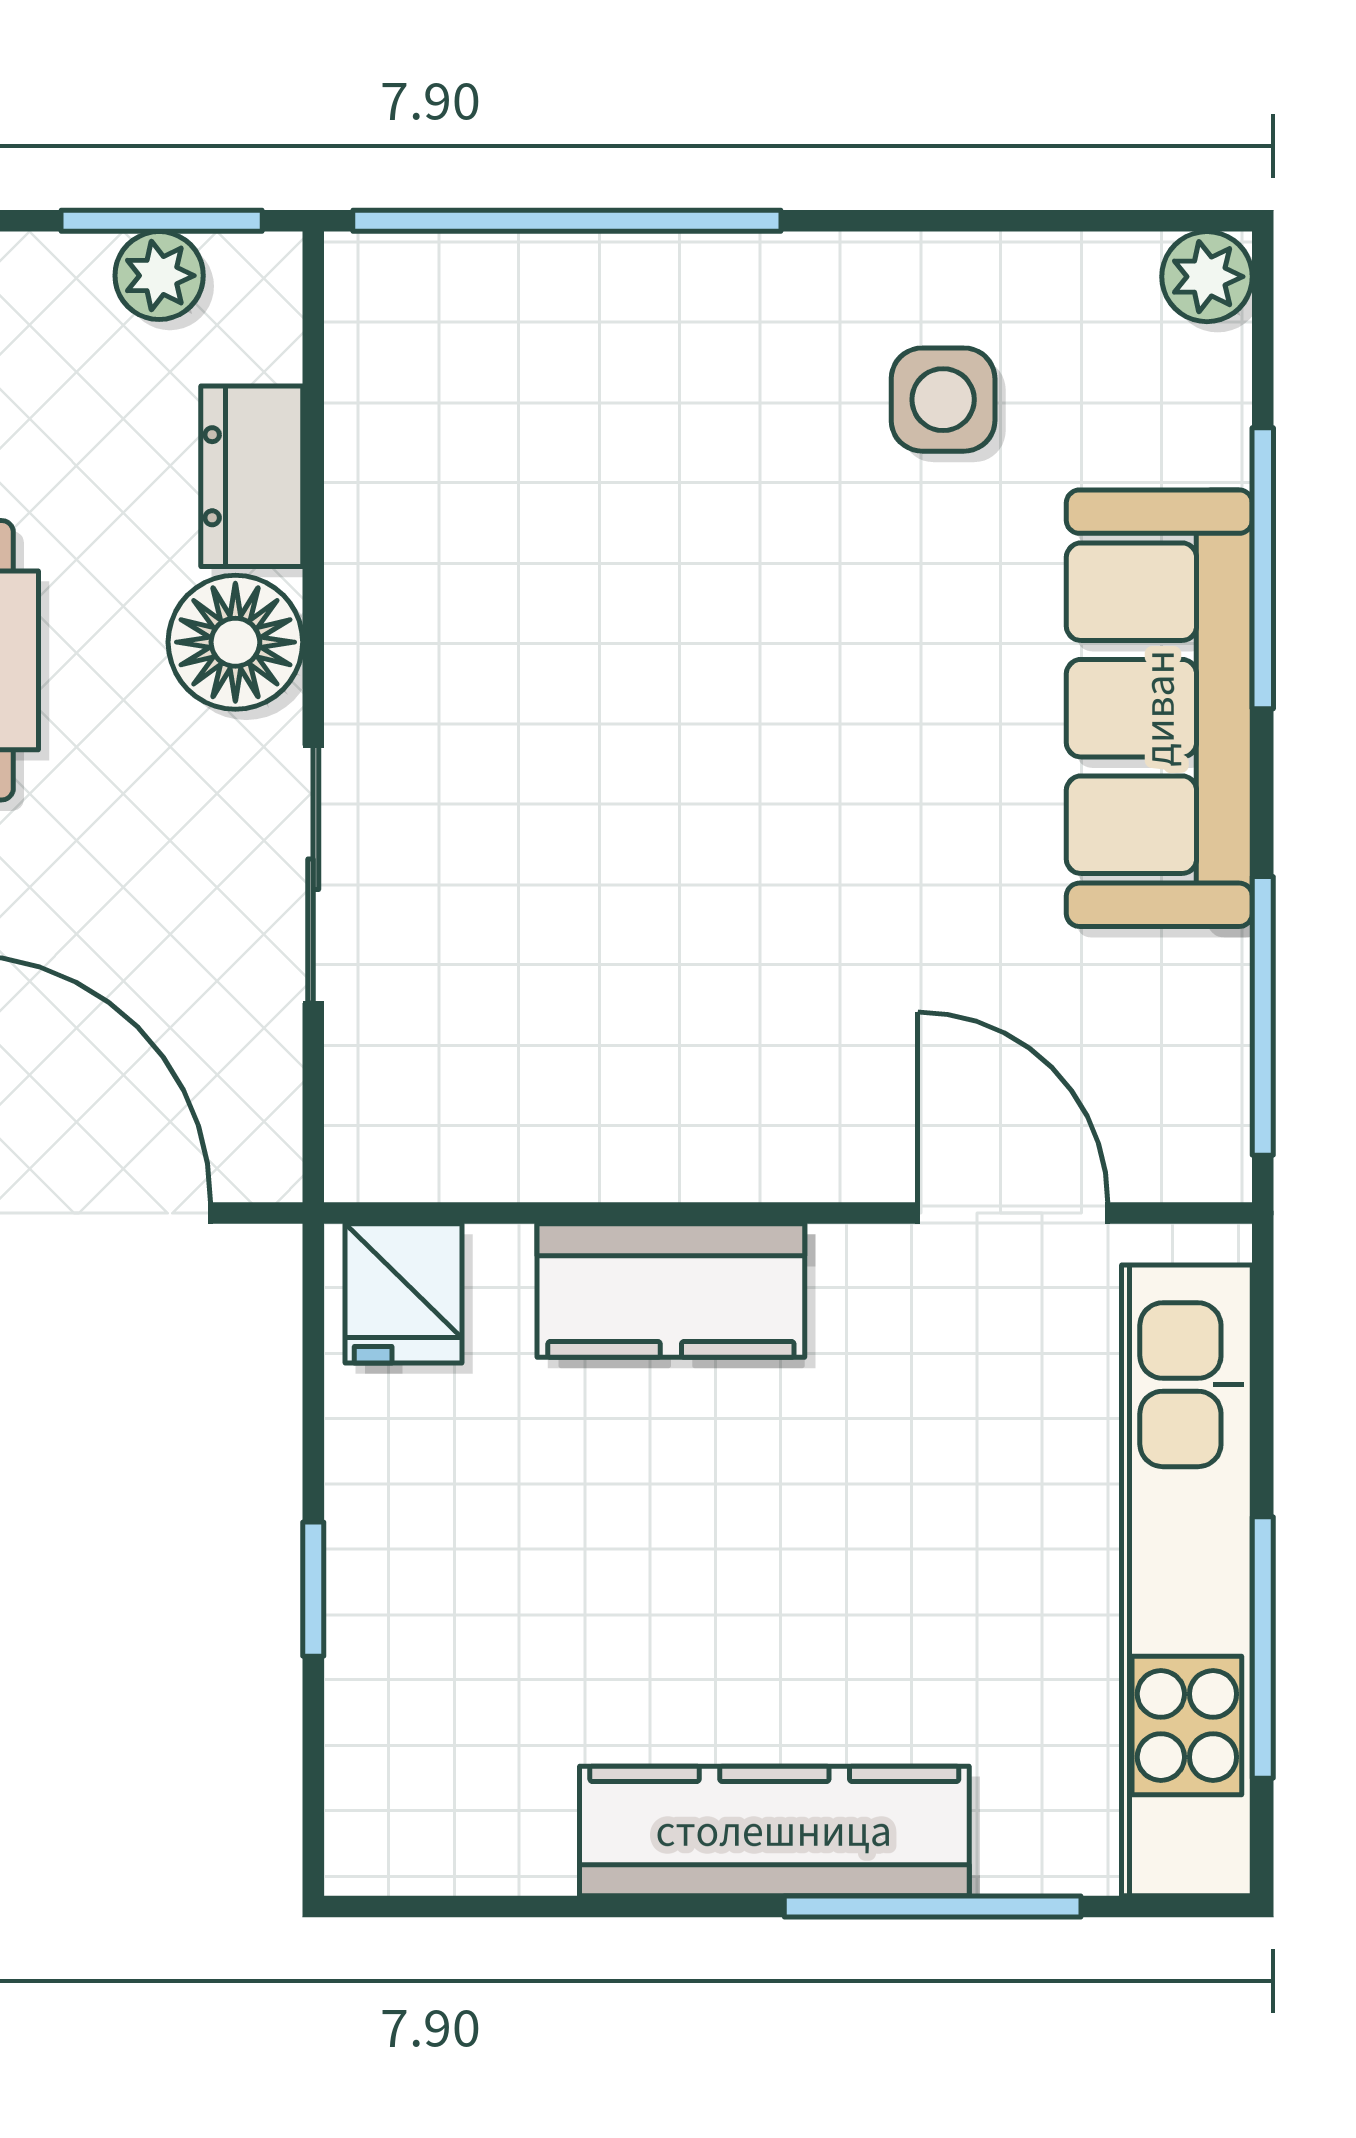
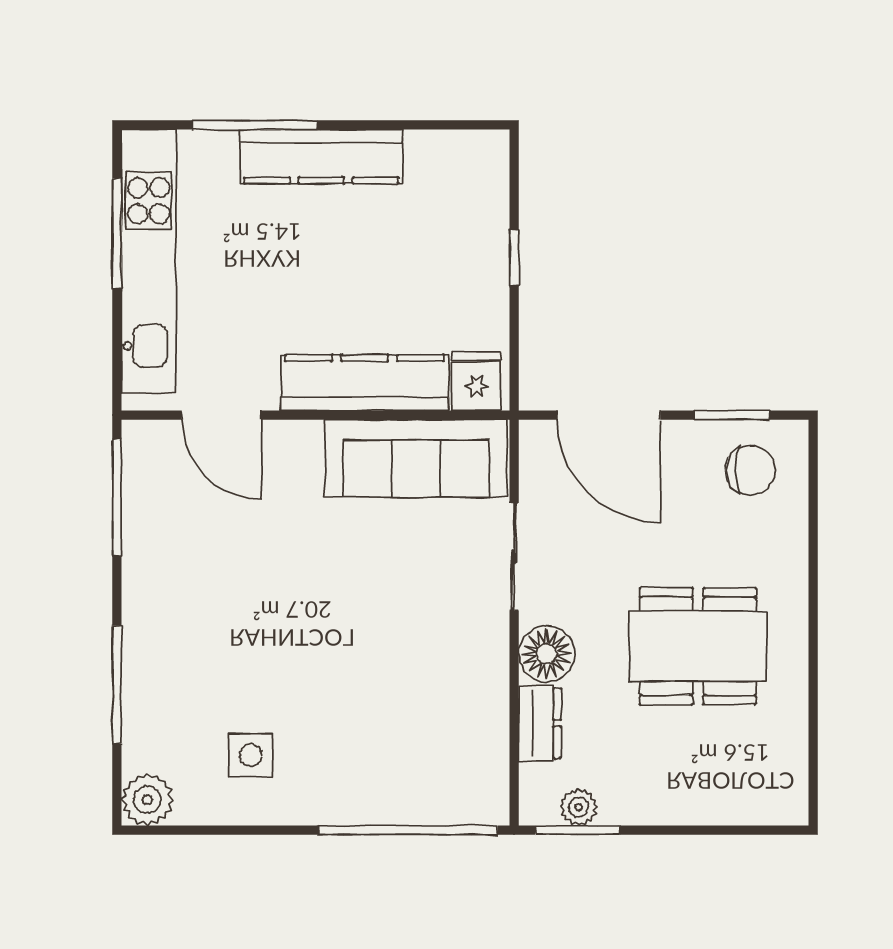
plant: (1207, 277) -> (147, 800), width x1.38, depth x1.38
sofa: (1159, 708) -> (416, 458), moved, turned 90
kitchen counter: (671, 1291) -> (364, 383), width x1.50

